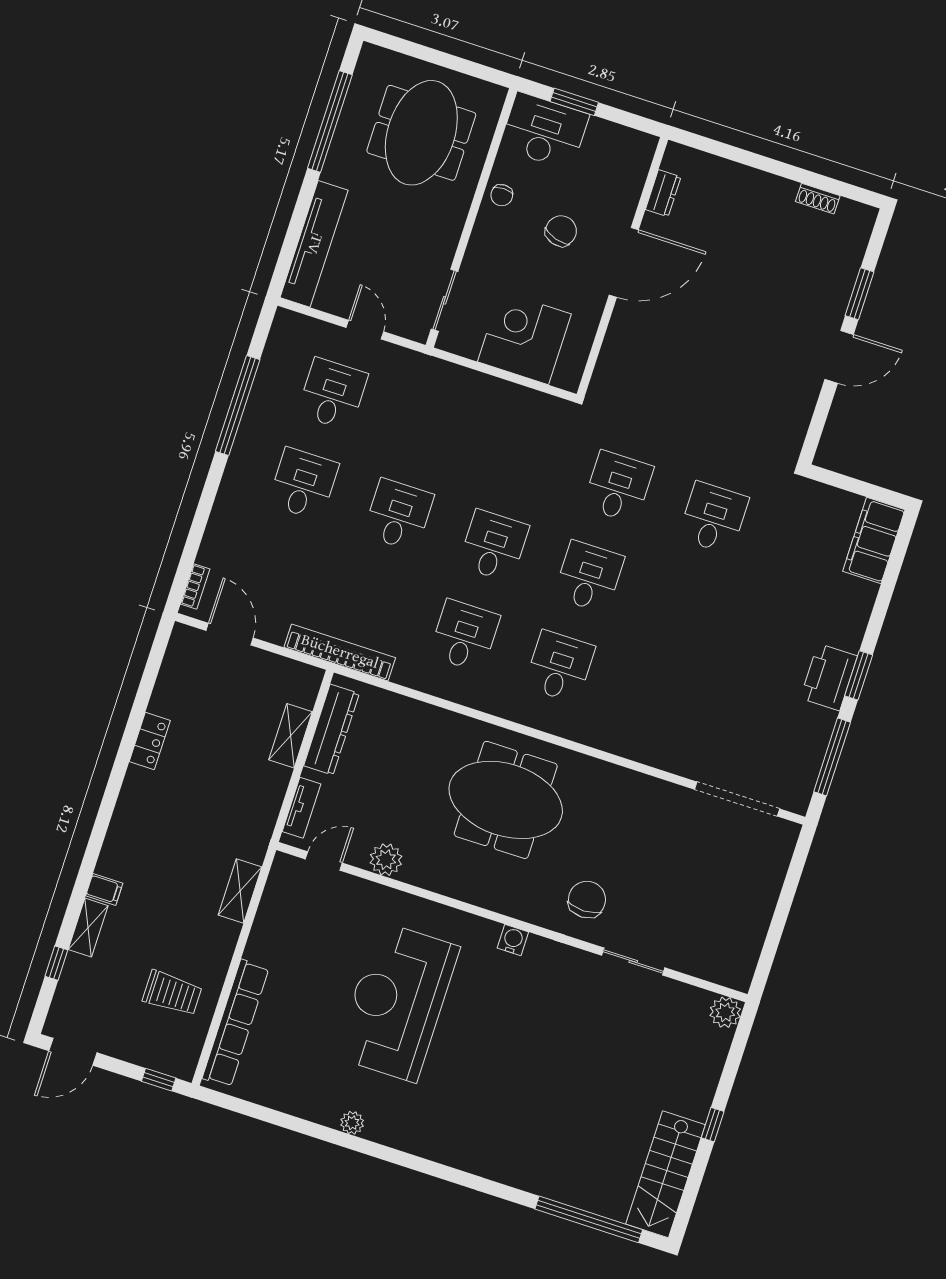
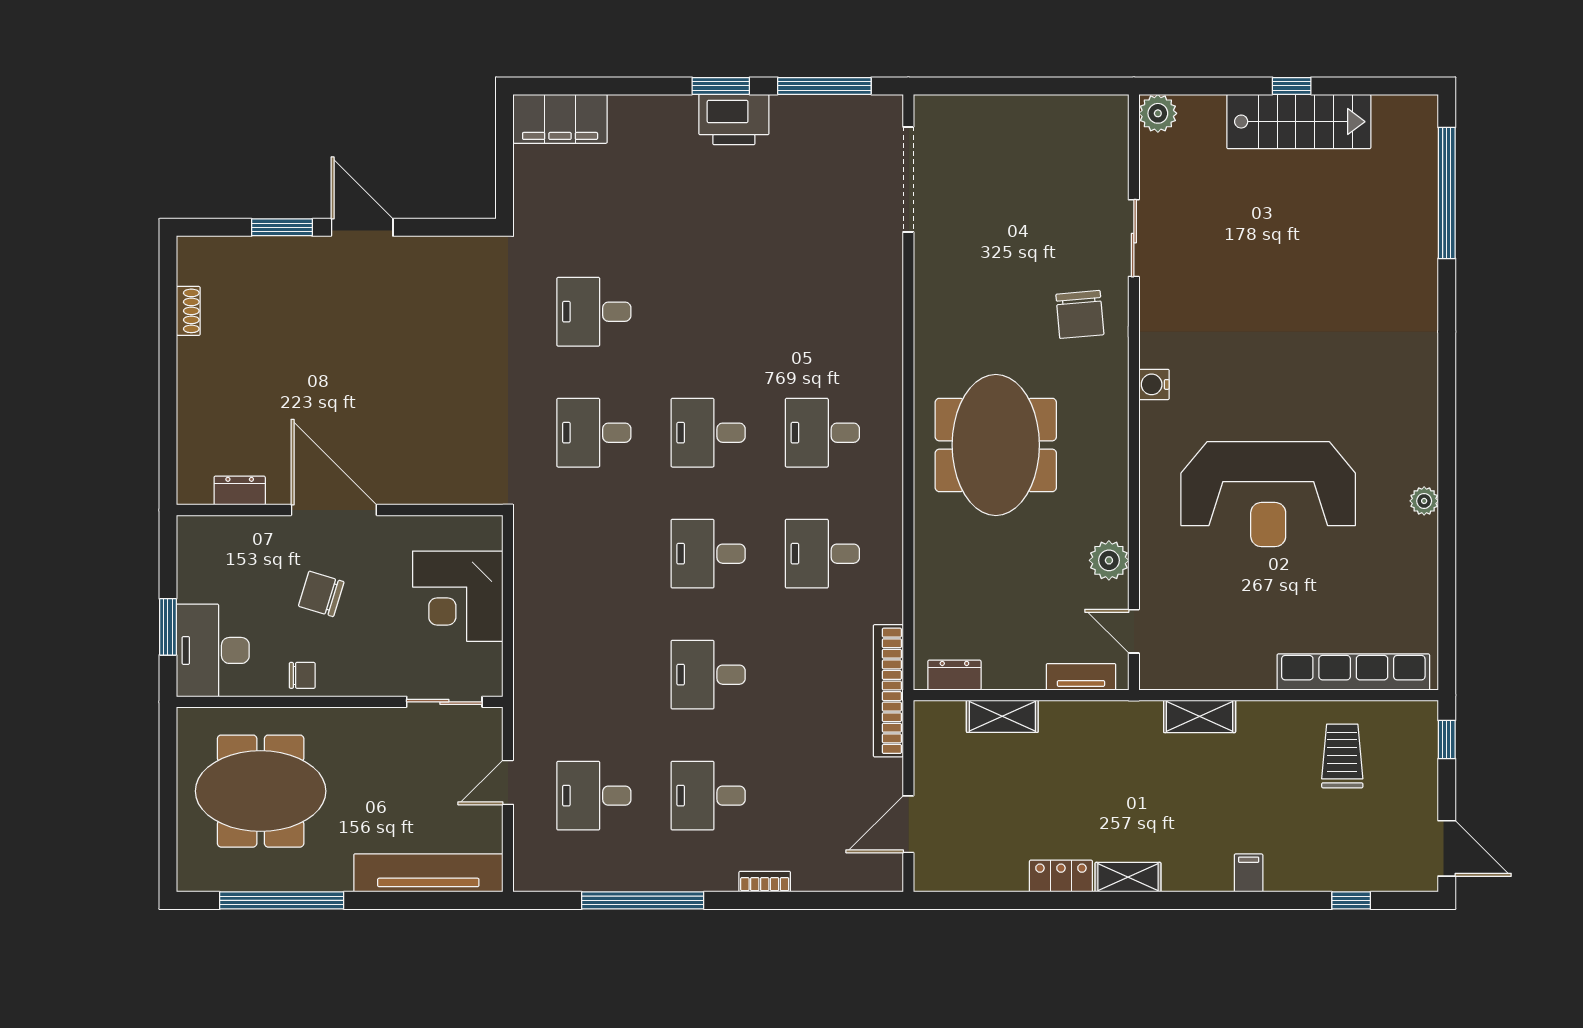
bookcase: (195, 587) -> (765, 882), moved
dresser: (331, 730) -> (954, 675), width x0.51, depth x0.80
chair: (587, 900) -> (1080, 314), turned -95
shelving: (88, 928) -> (1128, 877), moved
stairs: (666, 1174) -> (1299, 122), moved

